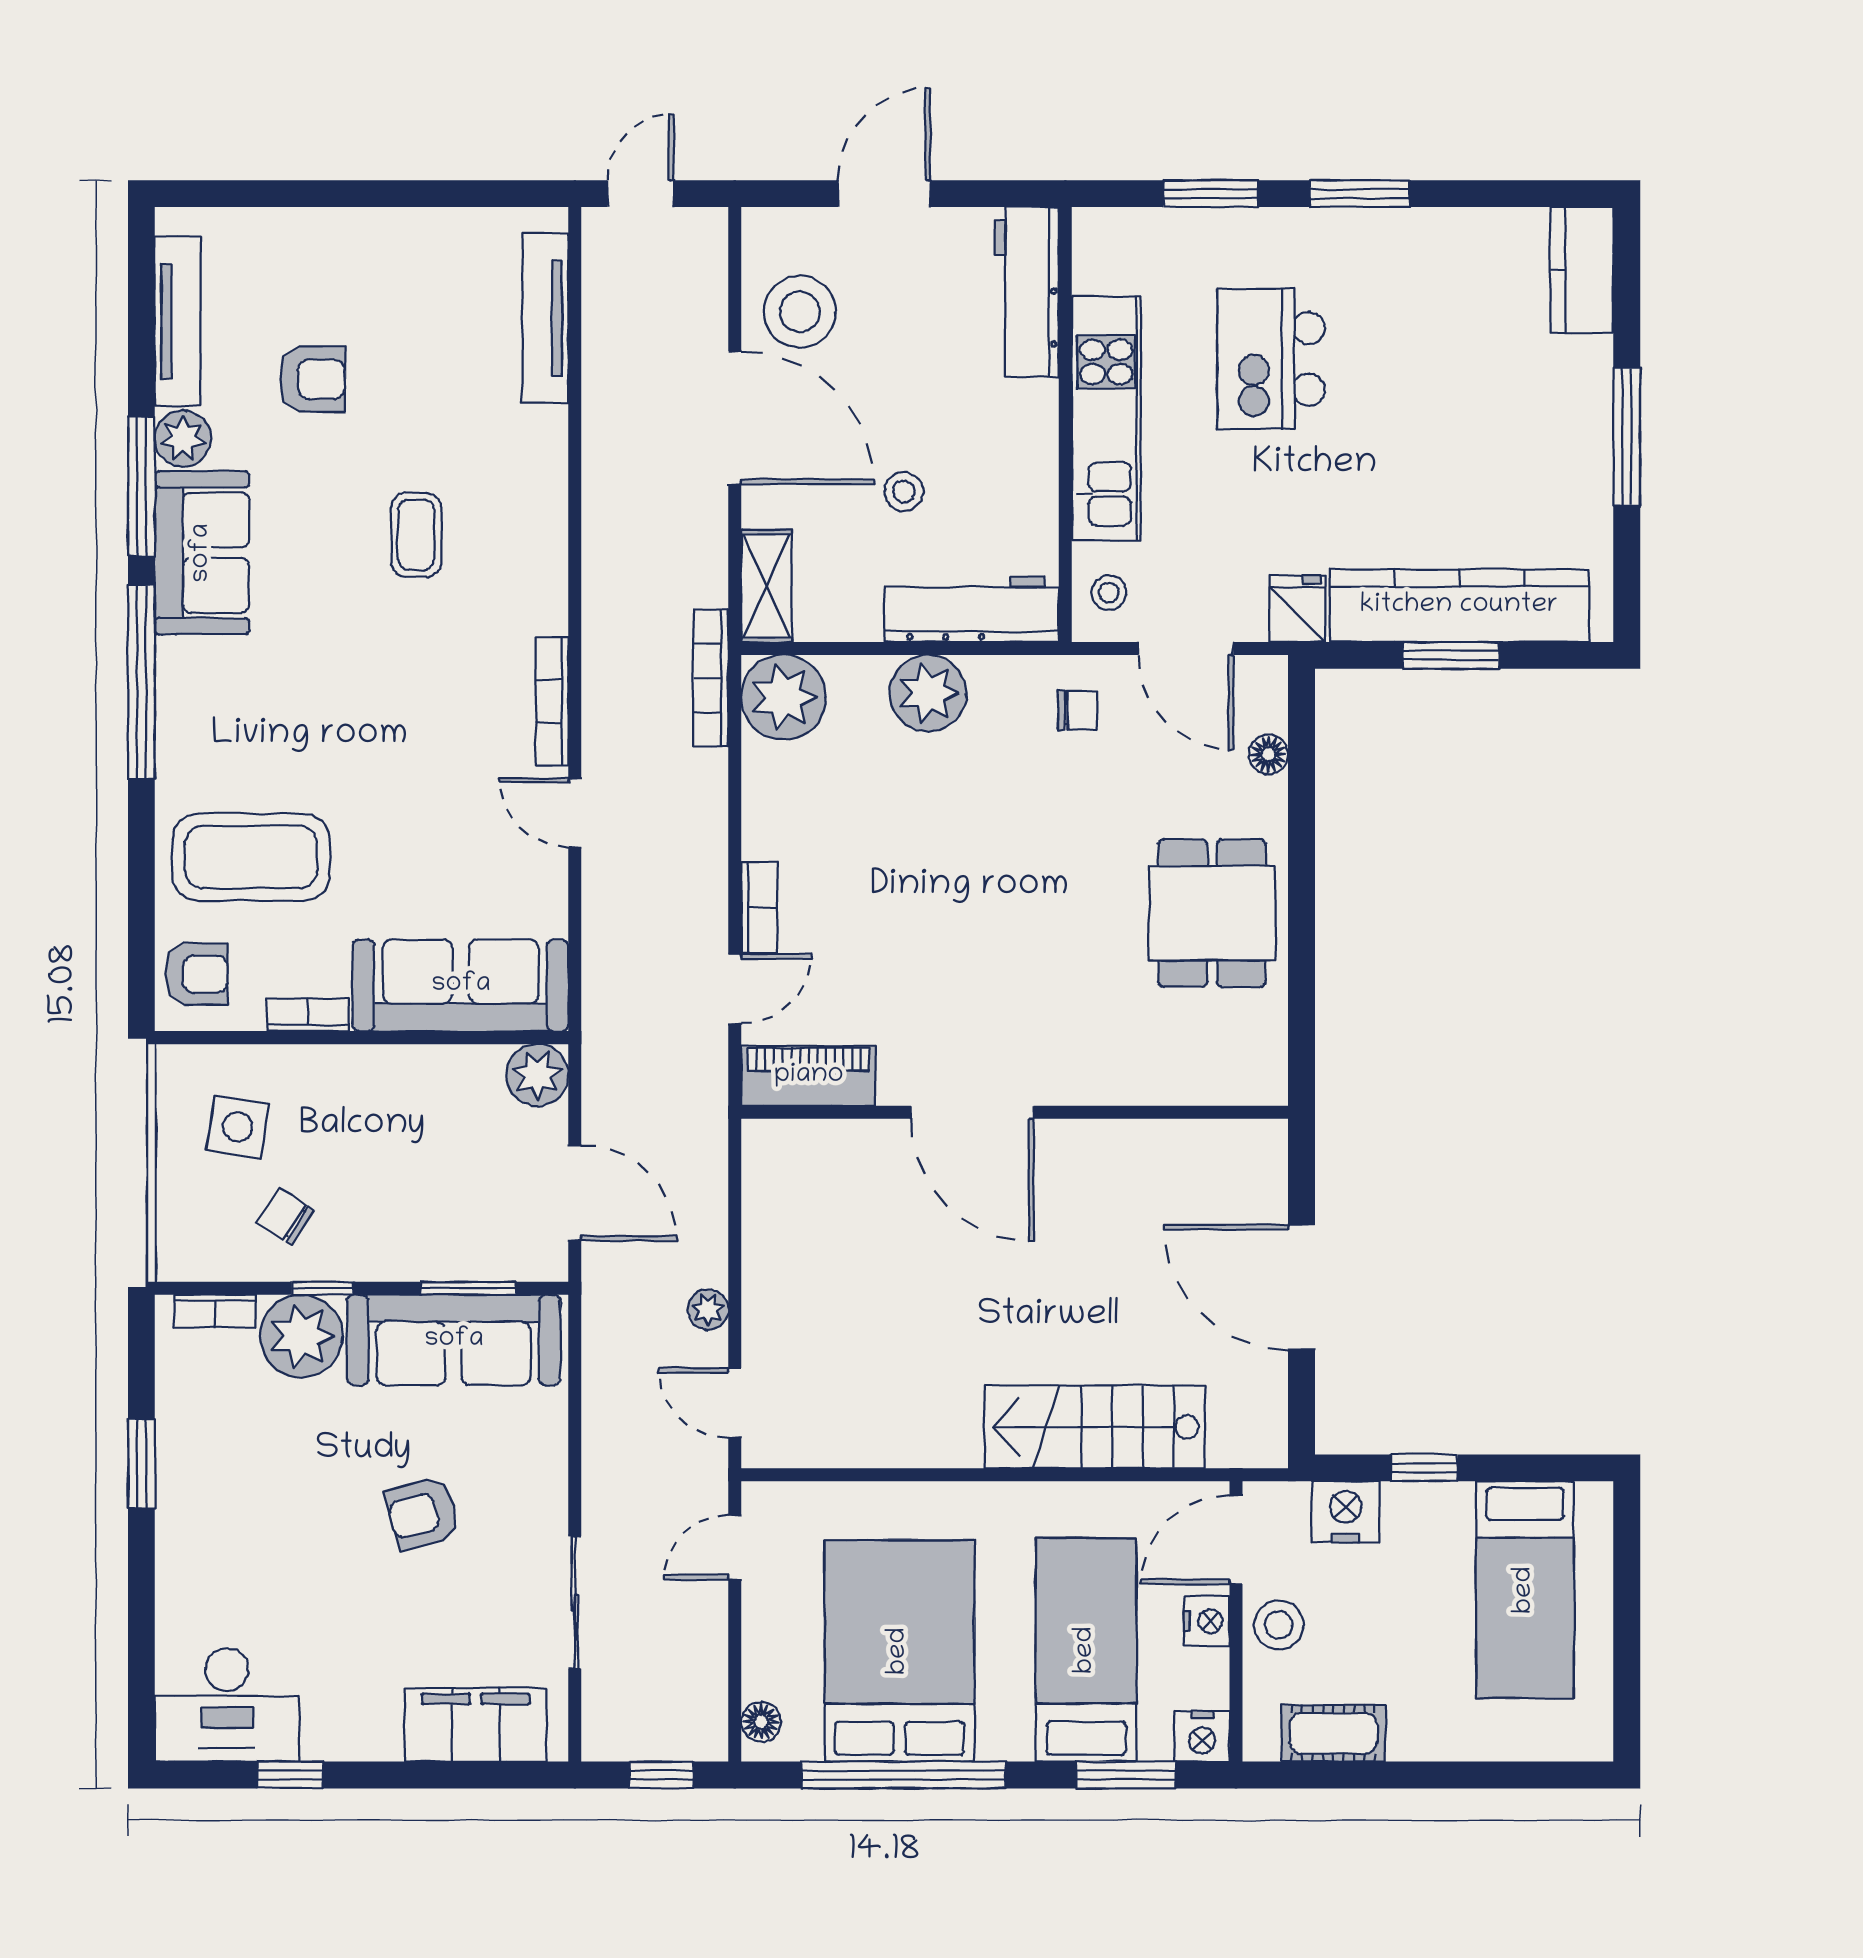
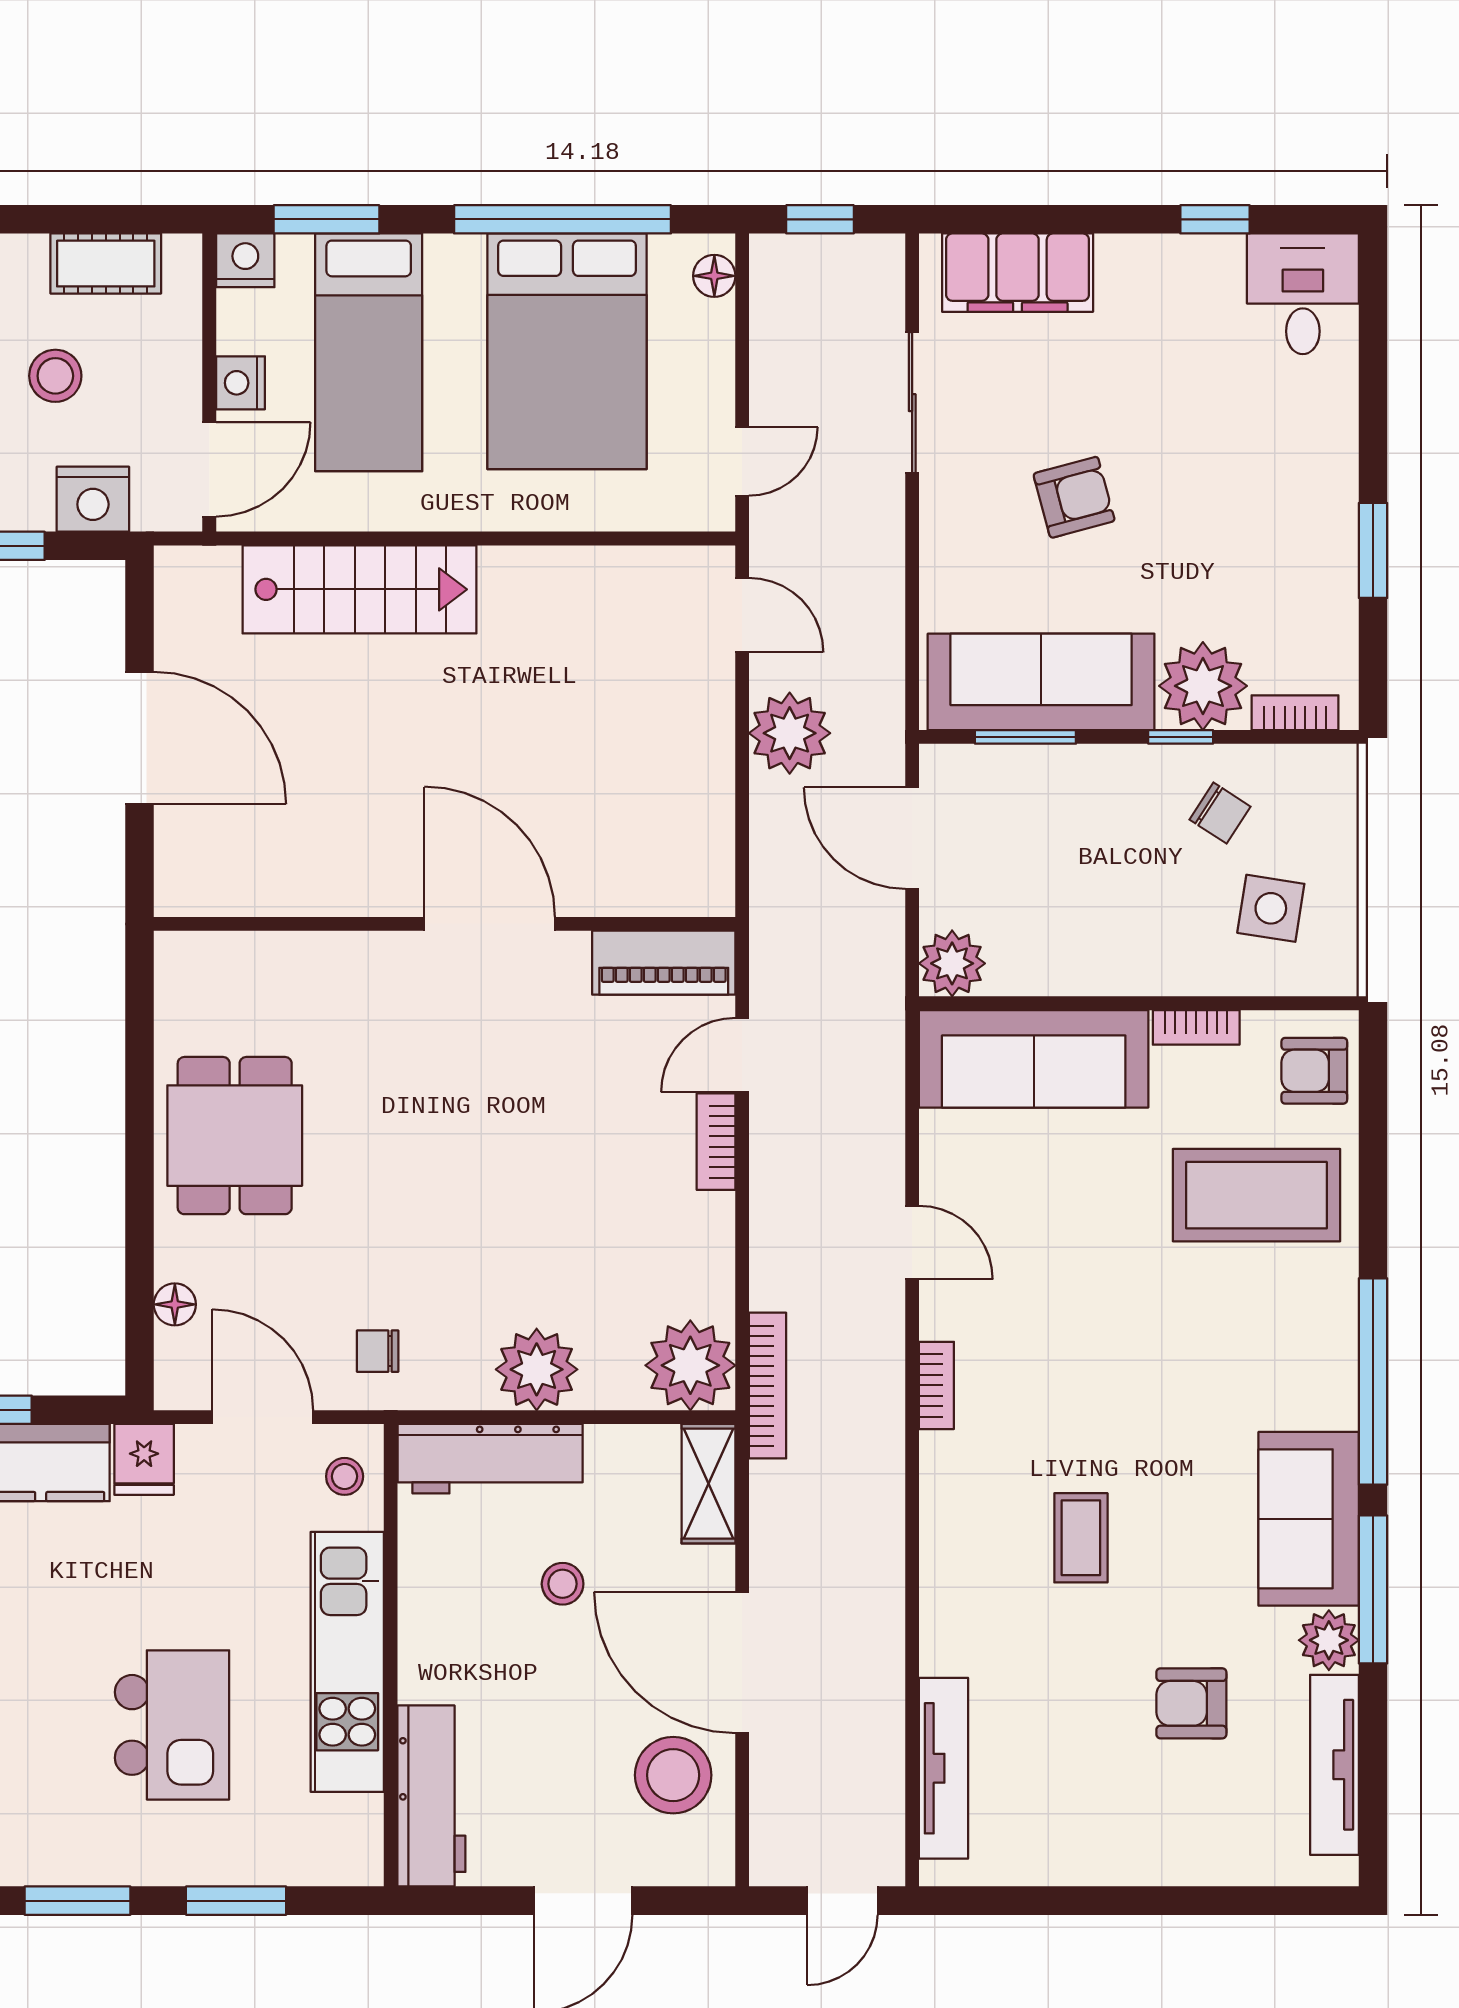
bookcase: (552, 701) -> (936, 1385), width x0.64
plant: (708, 1310) -> (790, 733), width x1.87, depth x1.87
stool: (1279, 1625) -> (55, 376), moved
desk: (227, 1705) -> (1303, 294), width x0.73

